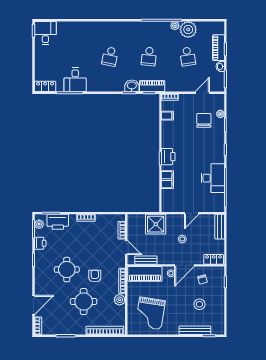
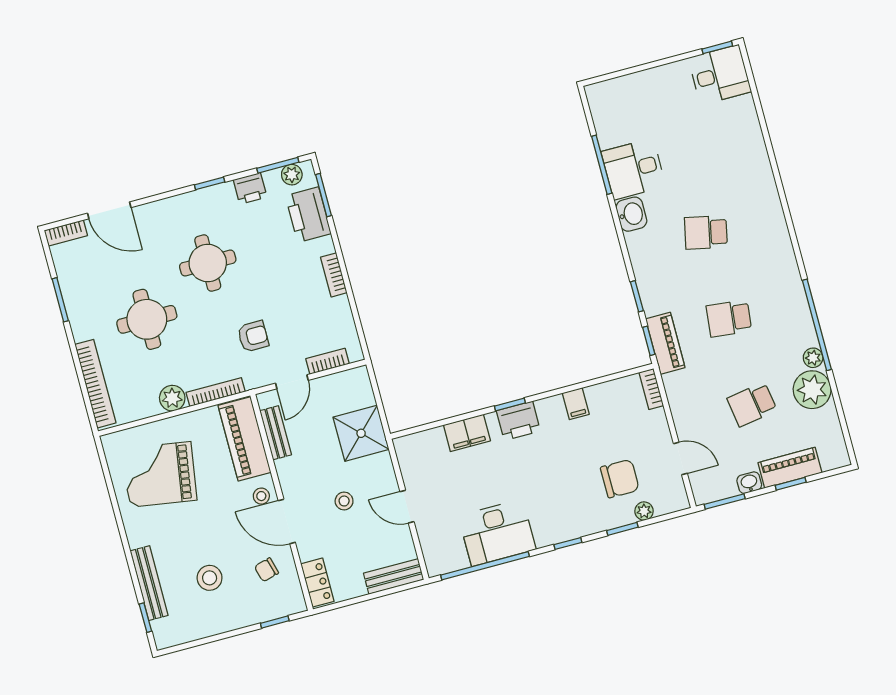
locker: (45, 86) -> (601, 106), removed
washbasin: (132, 86) -> (631, 214), moved
filing cabinet: (167, 116) -> (576, 404), moved
armchair: (95, 276) -> (253, 336), moved

